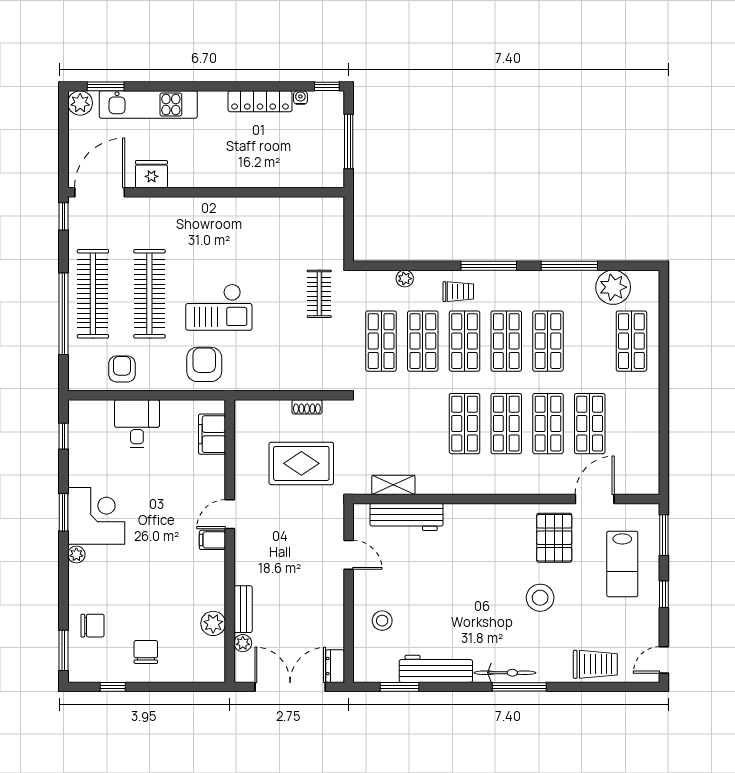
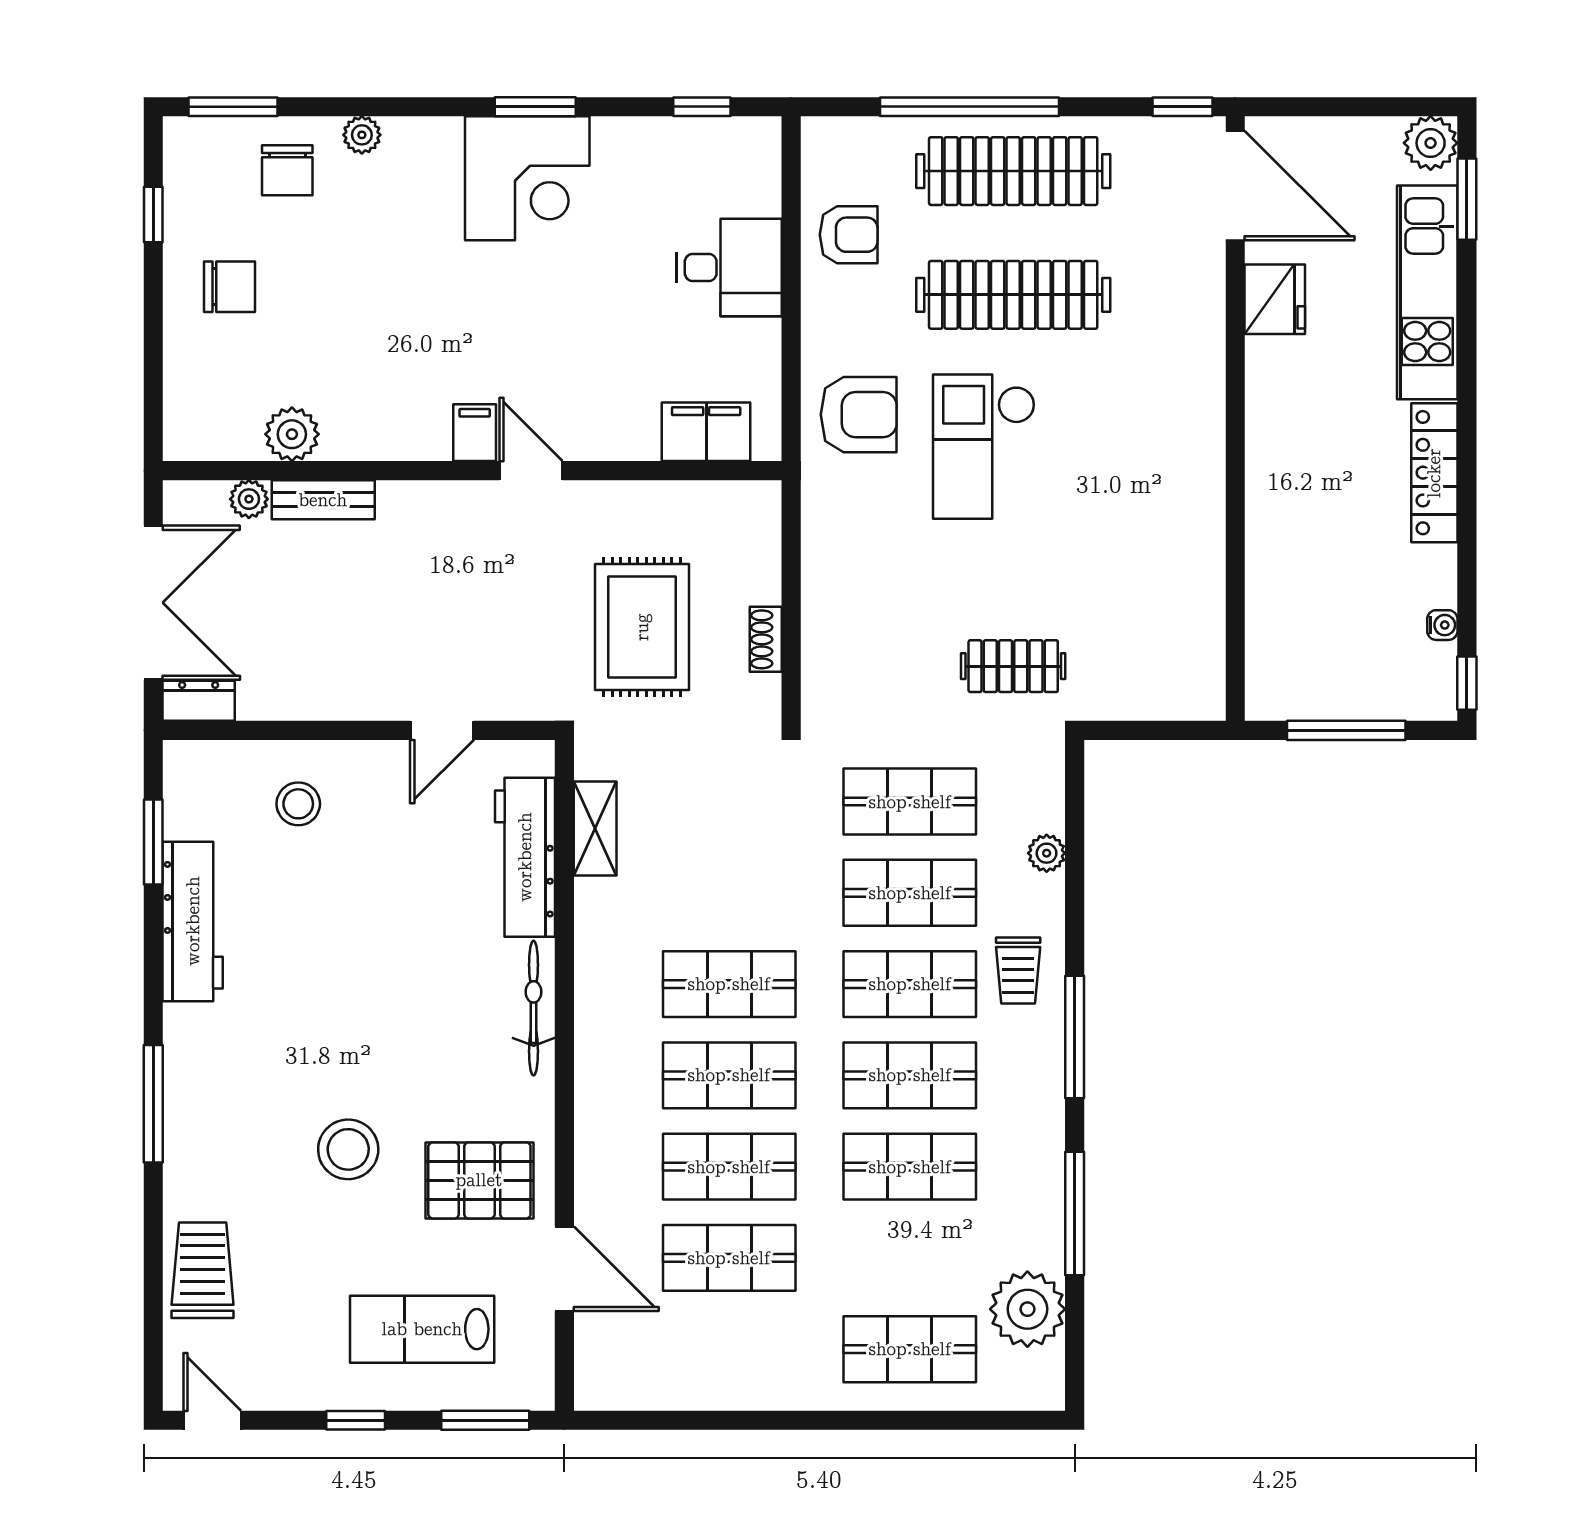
locker: (260, 101) -> (1434, 473), moved
plant: (76, 555) -> (362, 135), moved
trolley: (595, 664) -> (203, 1270), turned 180
bicycle: (505, 673) -> (534, 1008), moved, turned 180

